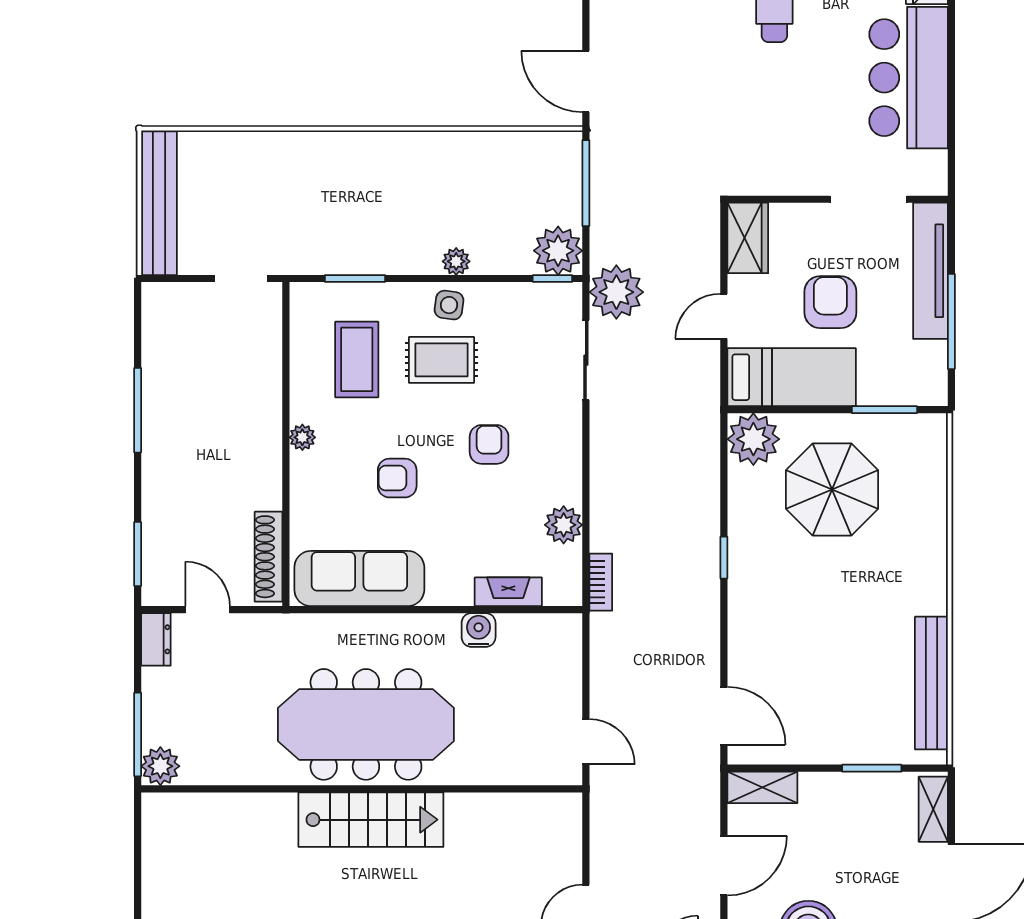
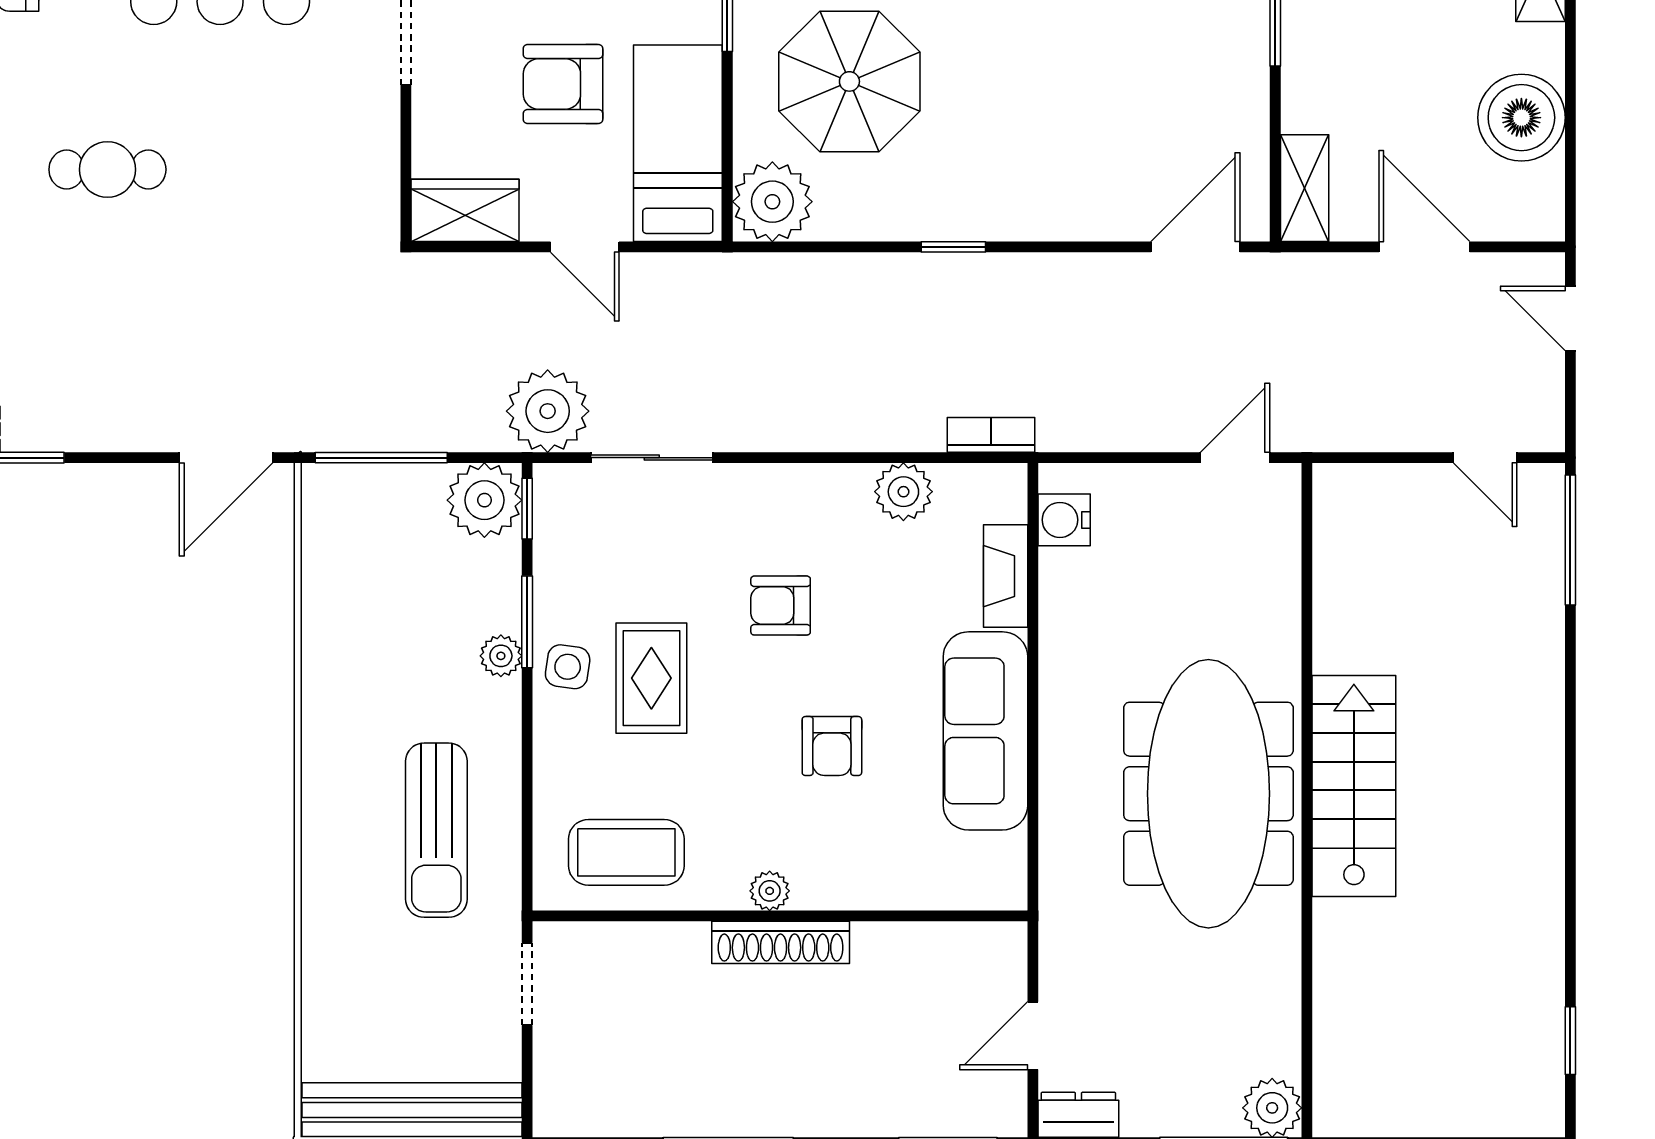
sun lounger: (342, 219) -> (436, 830), added
window: (355, 279) -> (527, 622), moved
coffee table: (357, 359) -> (626, 852), moved
shoe rack: (269, 557) -> (781, 942), moved
sofa: (359, 579) -> (985, 731), moved
water cooler: (479, 630) -> (1064, 520), moved

